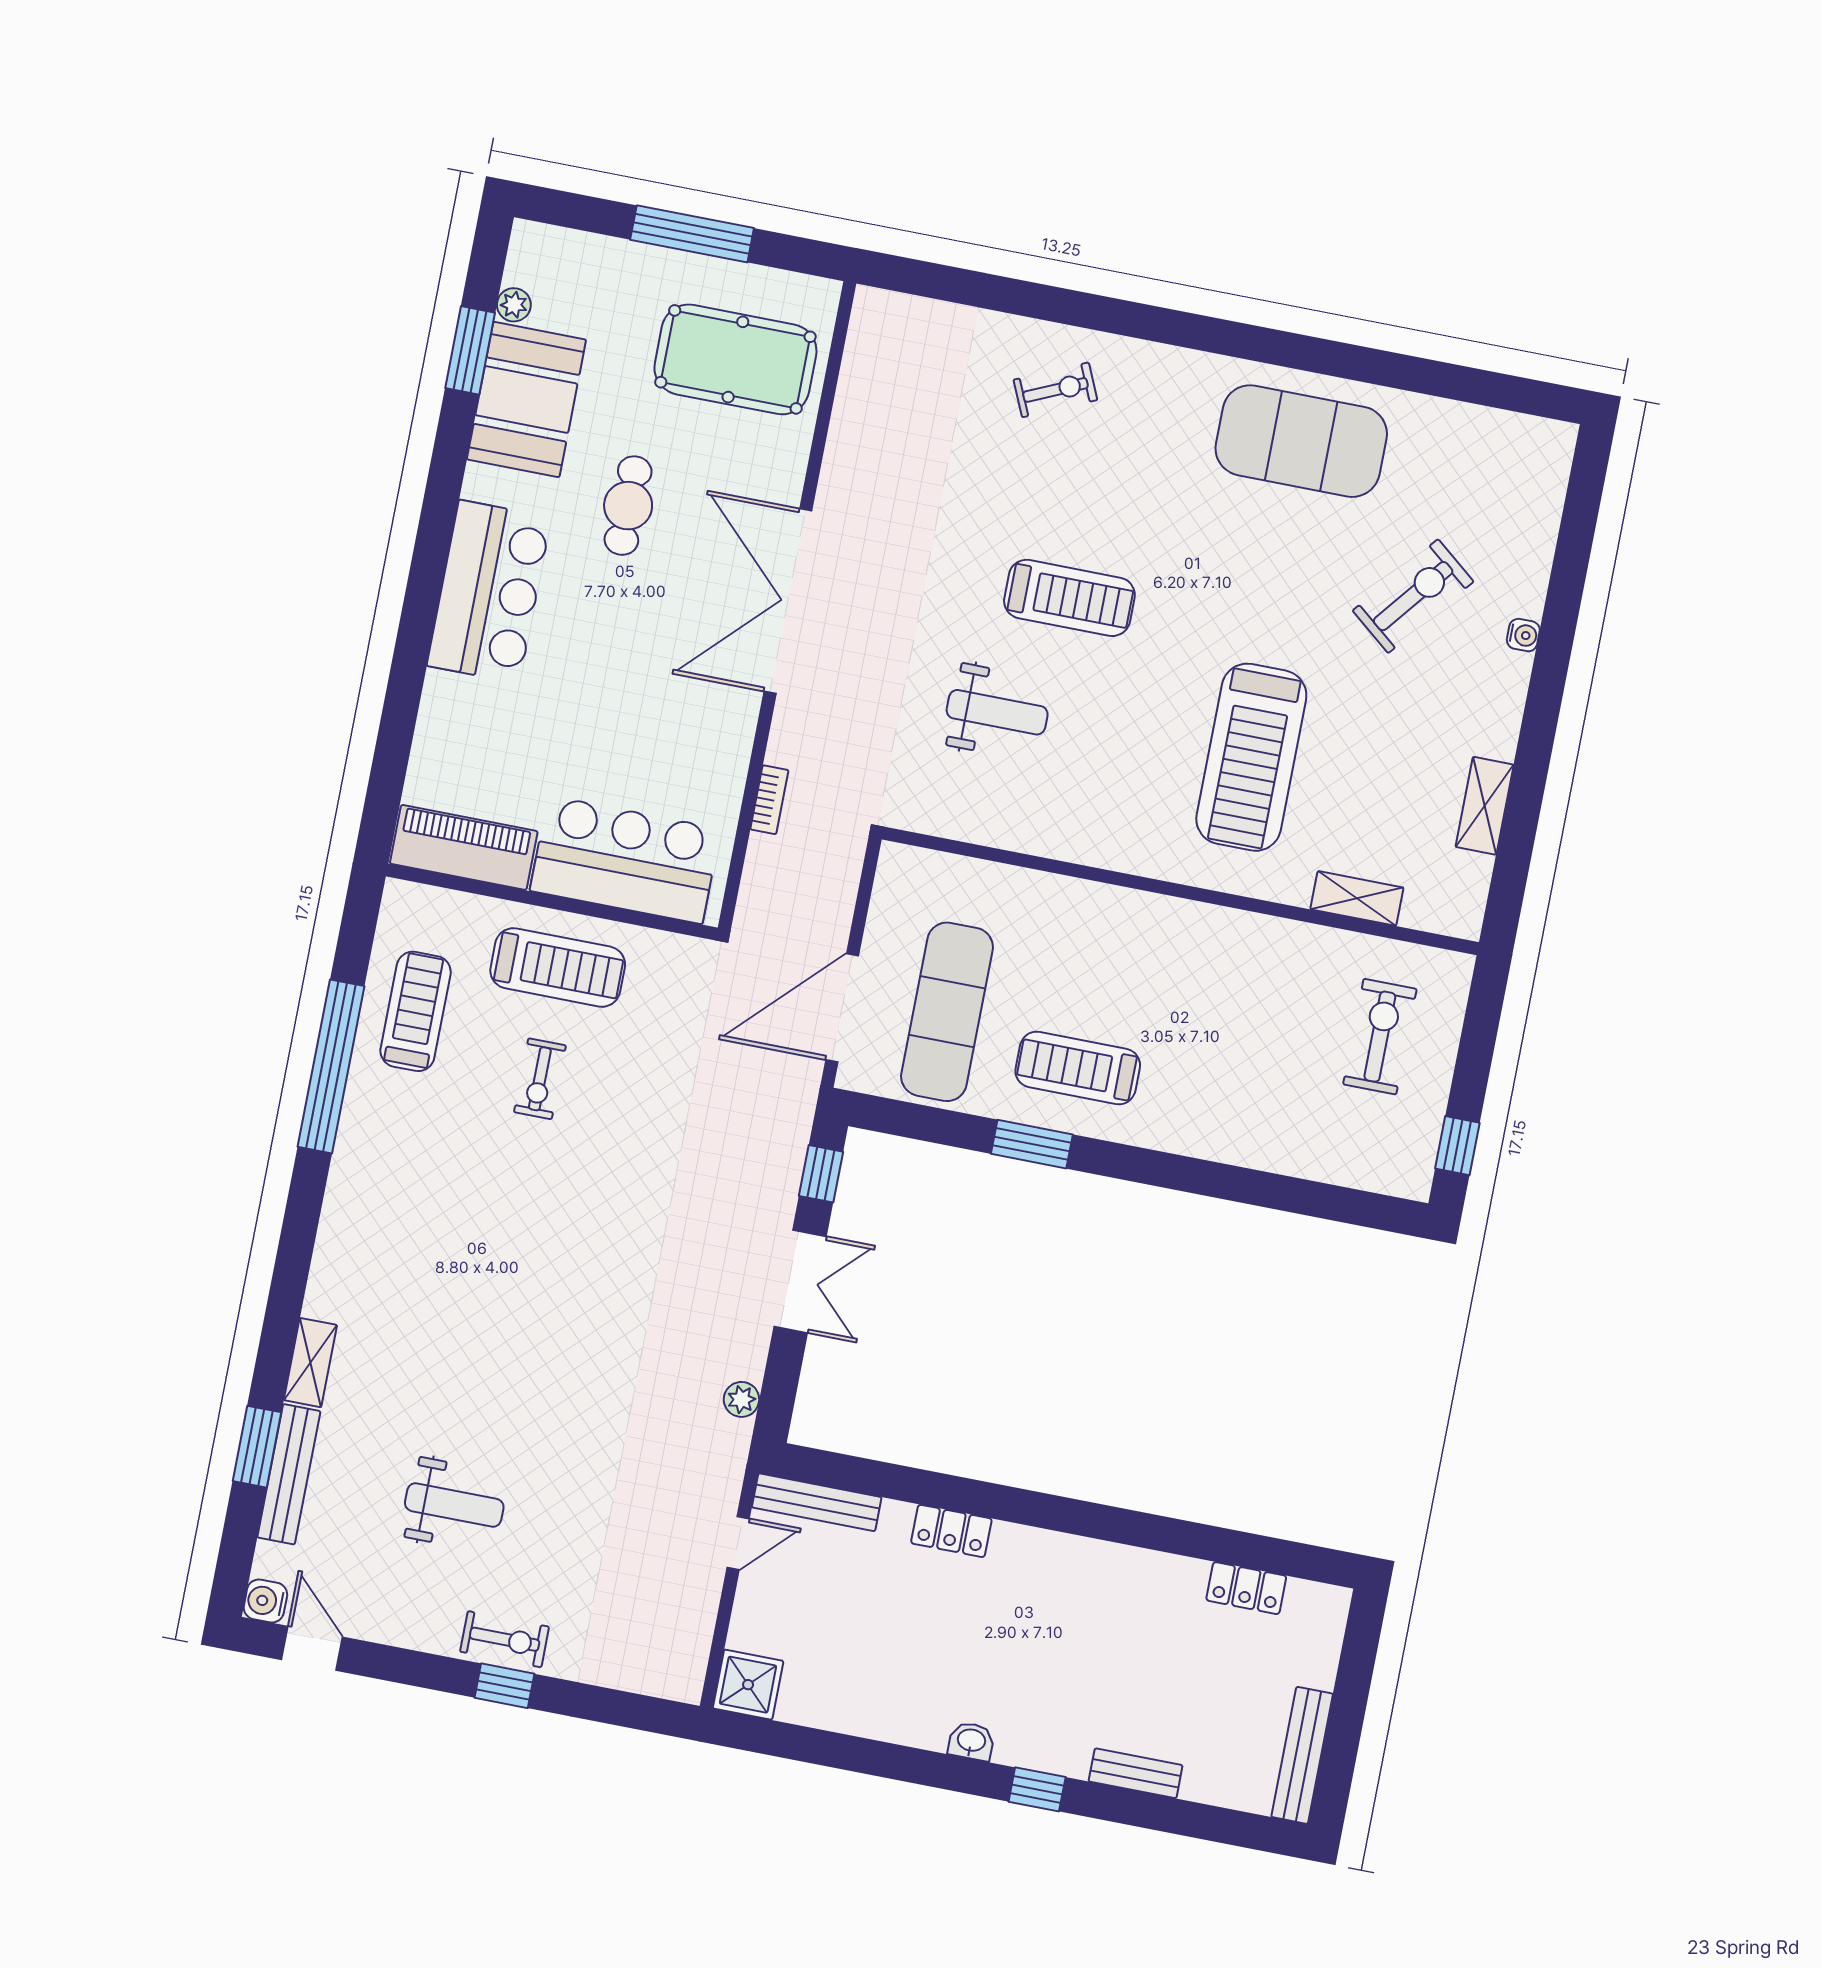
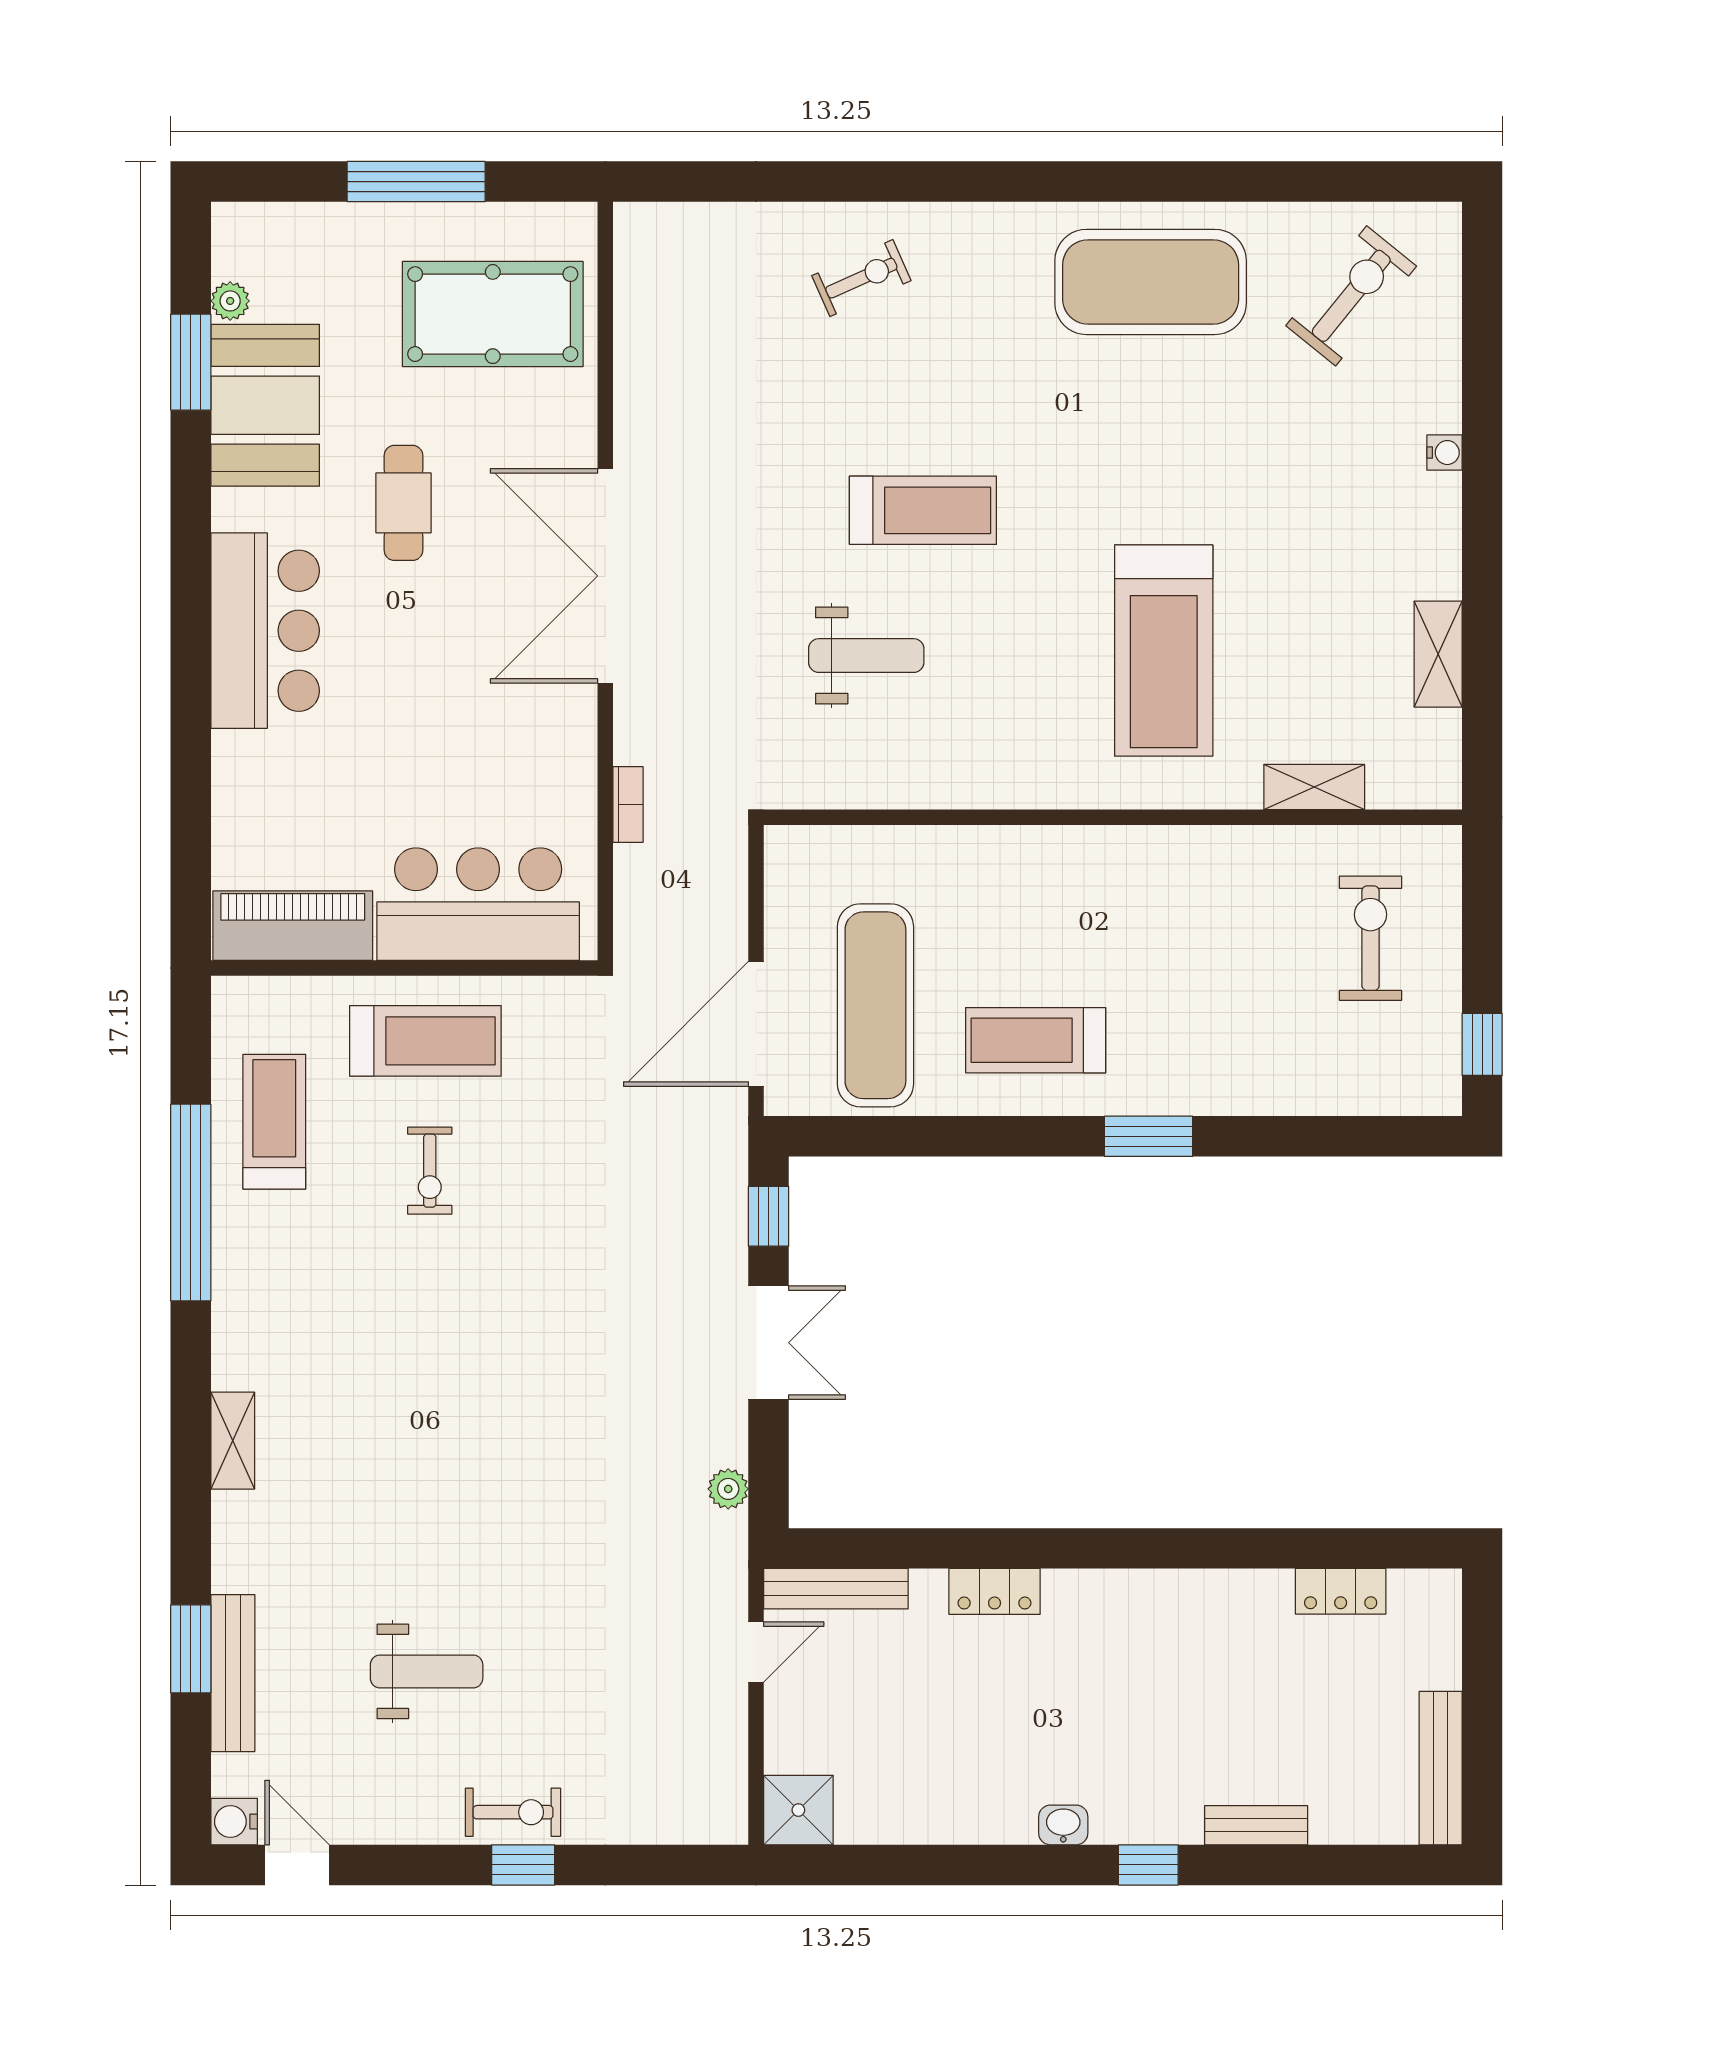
exercise bike: (1413, 596) -> (1351, 296), moved
window: (1032, 1144) -> (1149, 1136), moved
shelving: (310, 1363) -> (233, 1441), moved

